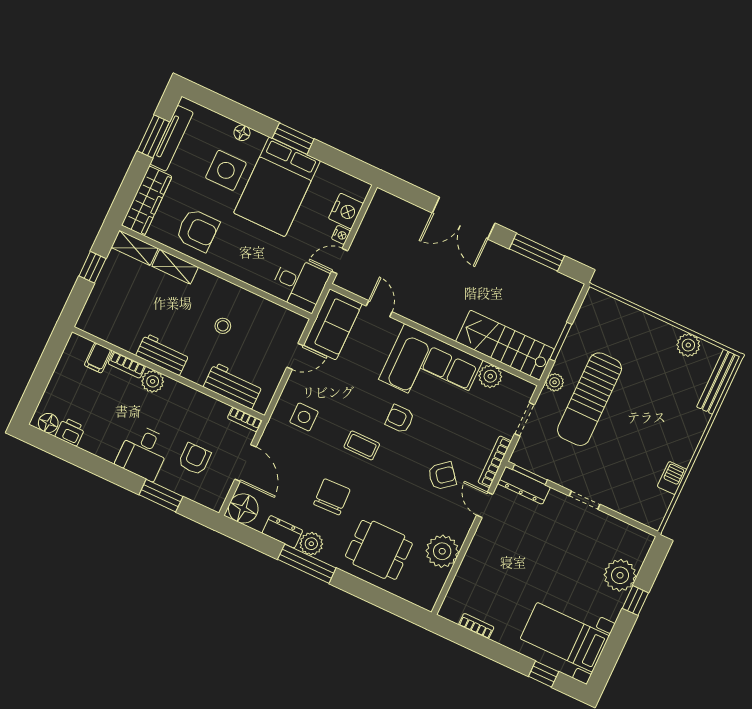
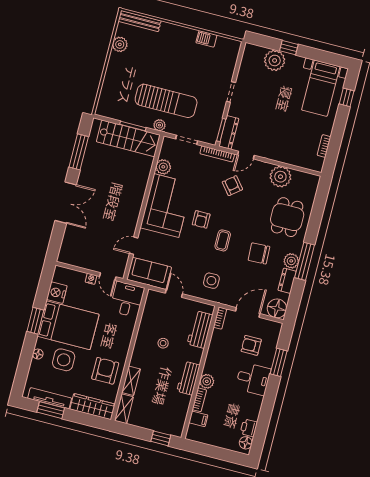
nightstand: (346, 211) -> (57, 293), moved, turned -90
window: (92, 267) -> (161, 438), moved
stairs: (505, 345) -> (128, 138), moved, turned -90

